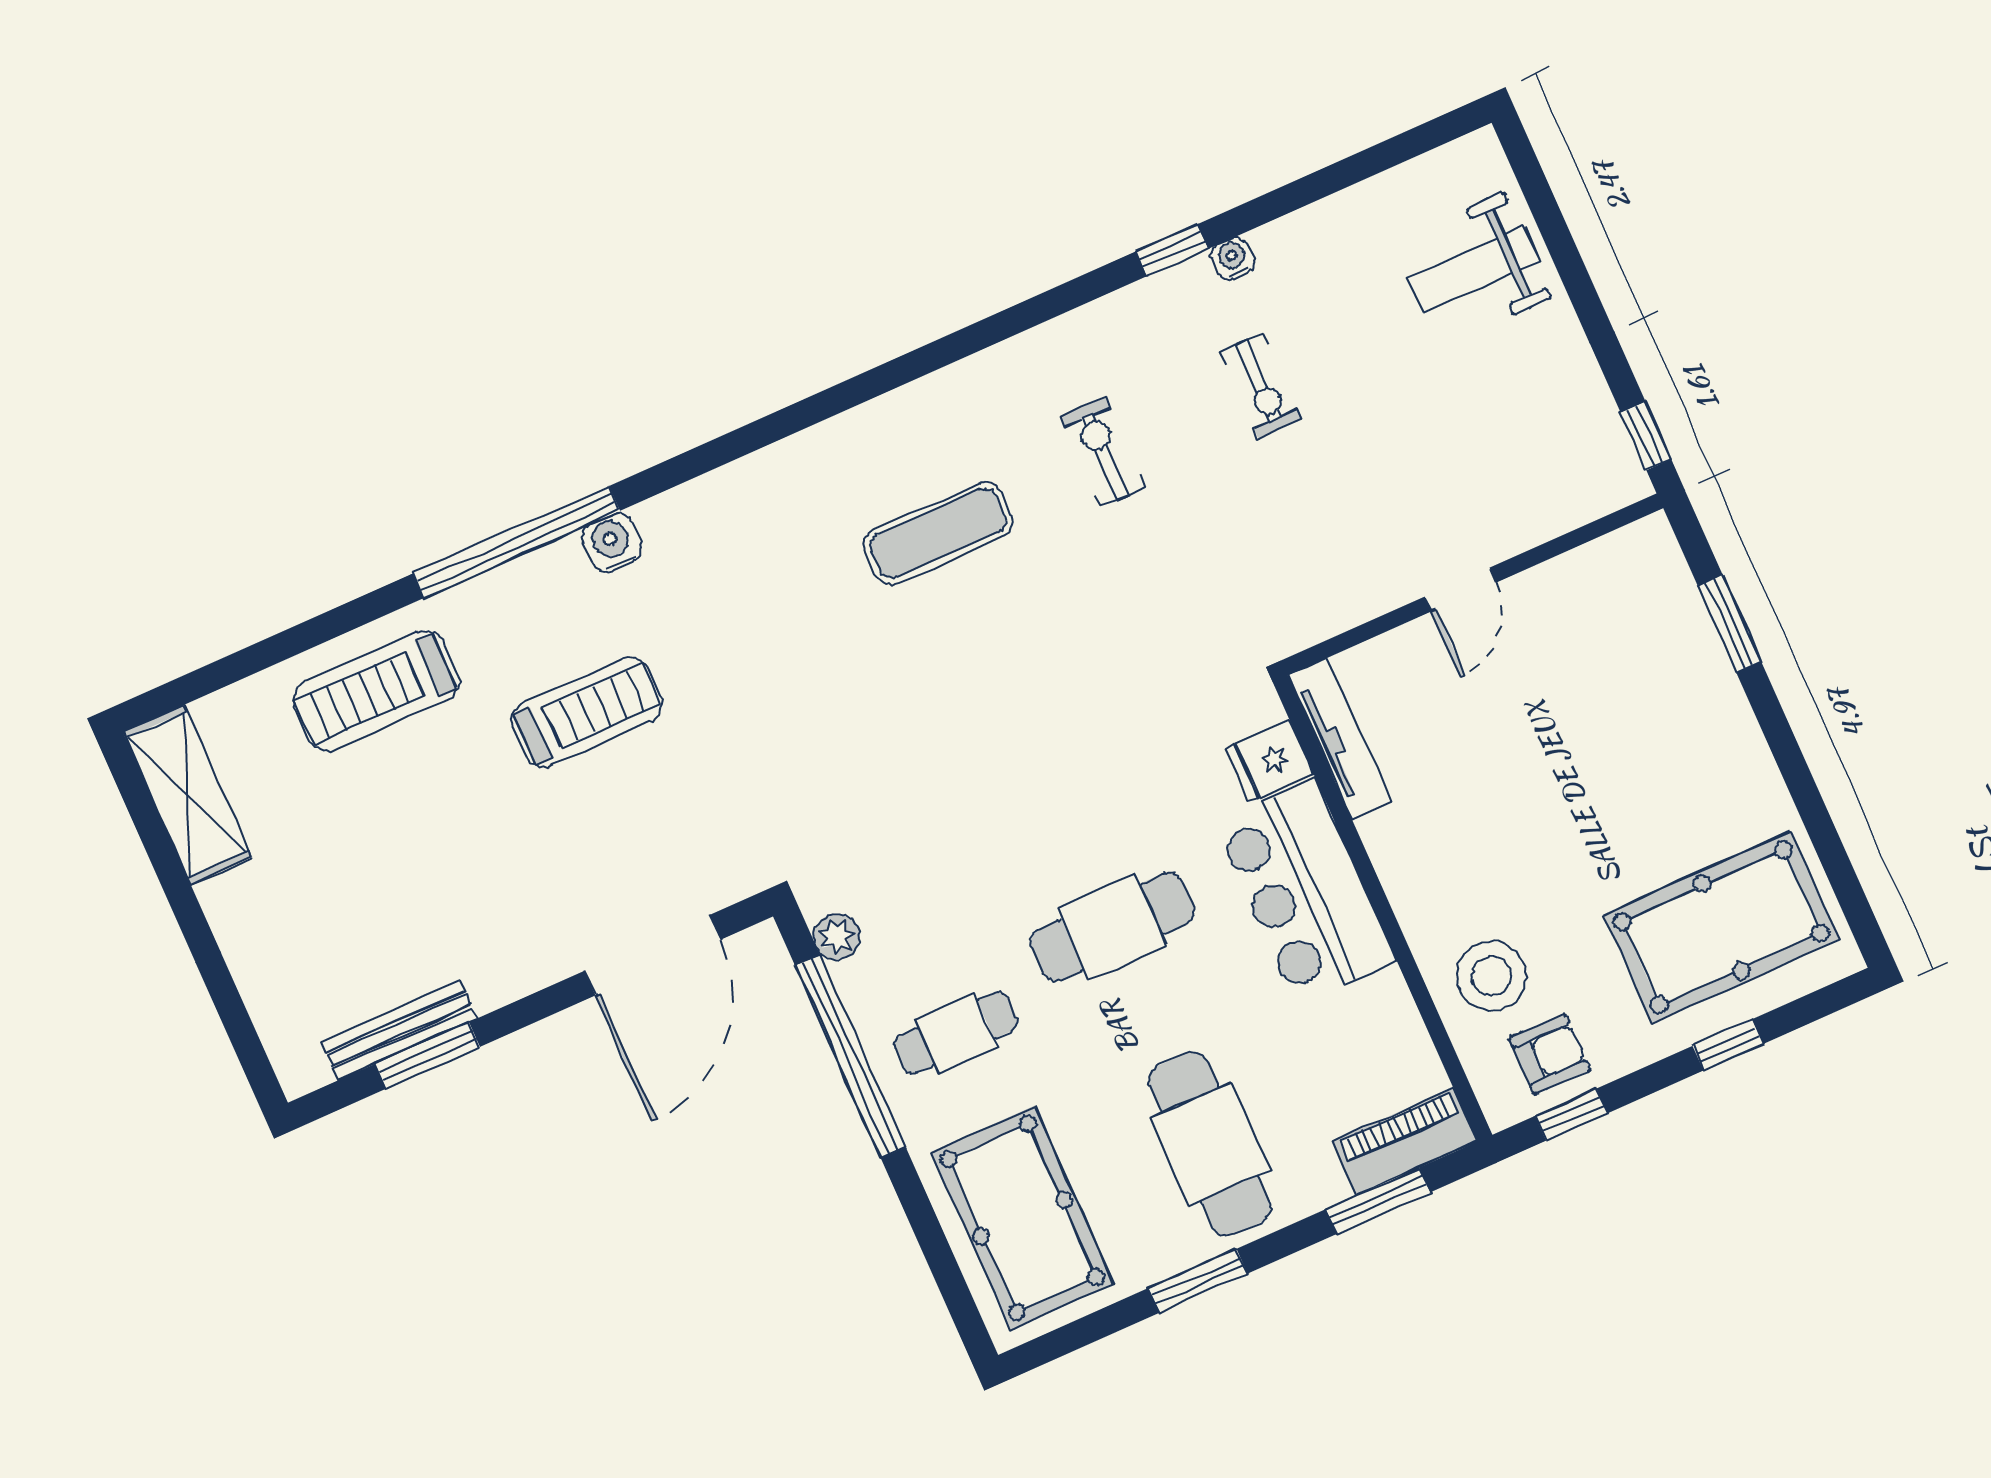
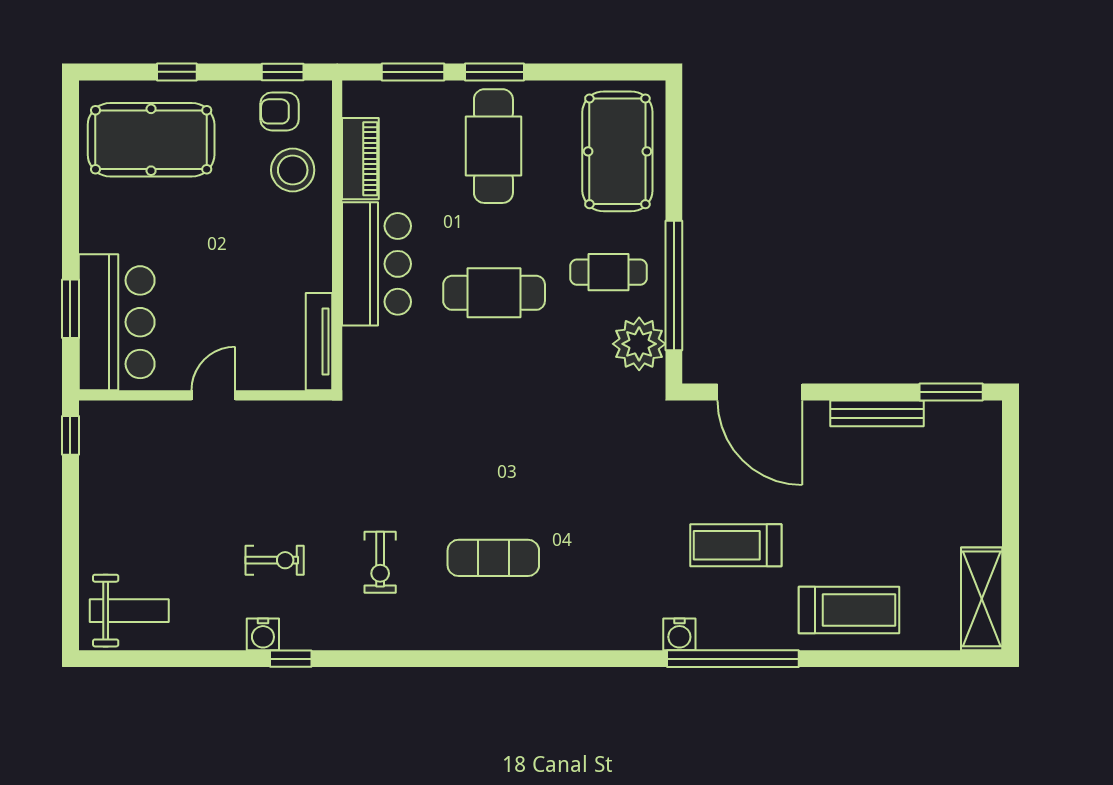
water cooler: (1233, 259) -> (263, 634), width x1.38, depth x1.38
weight bench: (1473, 269) -> (129, 611), moved
exercise bike: (1261, 386) -> (275, 560), turned 90
bar counter: (1652, 634) -> (117, 322), added
fridge: (1270, 761) -> (364, 346), removed
plant: (837, 937) -> (639, 344), width x1.88, depth x1.88
door: (653, 955) -> (760, 392), swing flipped
bench: (399, 1030) -> (877, 413), moved
window: (428, 1055) -> (951, 392), moved
piano: (1405, 1141) -> (360, 159), moved, turned -90
window: (1198, 1281) -> (495, 72), moved

